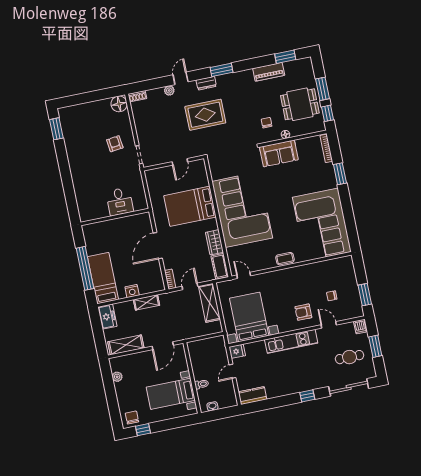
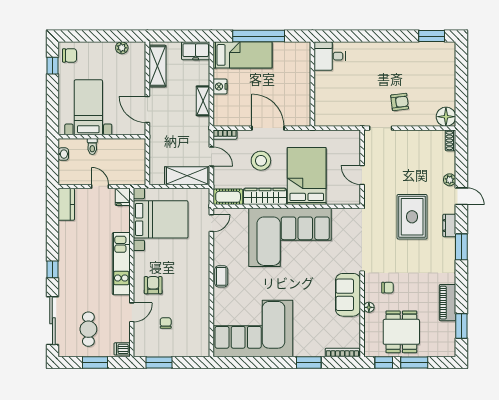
desk: (120, 202) -> (330, 56), moved
wardrobe: (214, 242) -> (265, 196), width x1.50
stool: (185, 246) -> (261, 161), added

